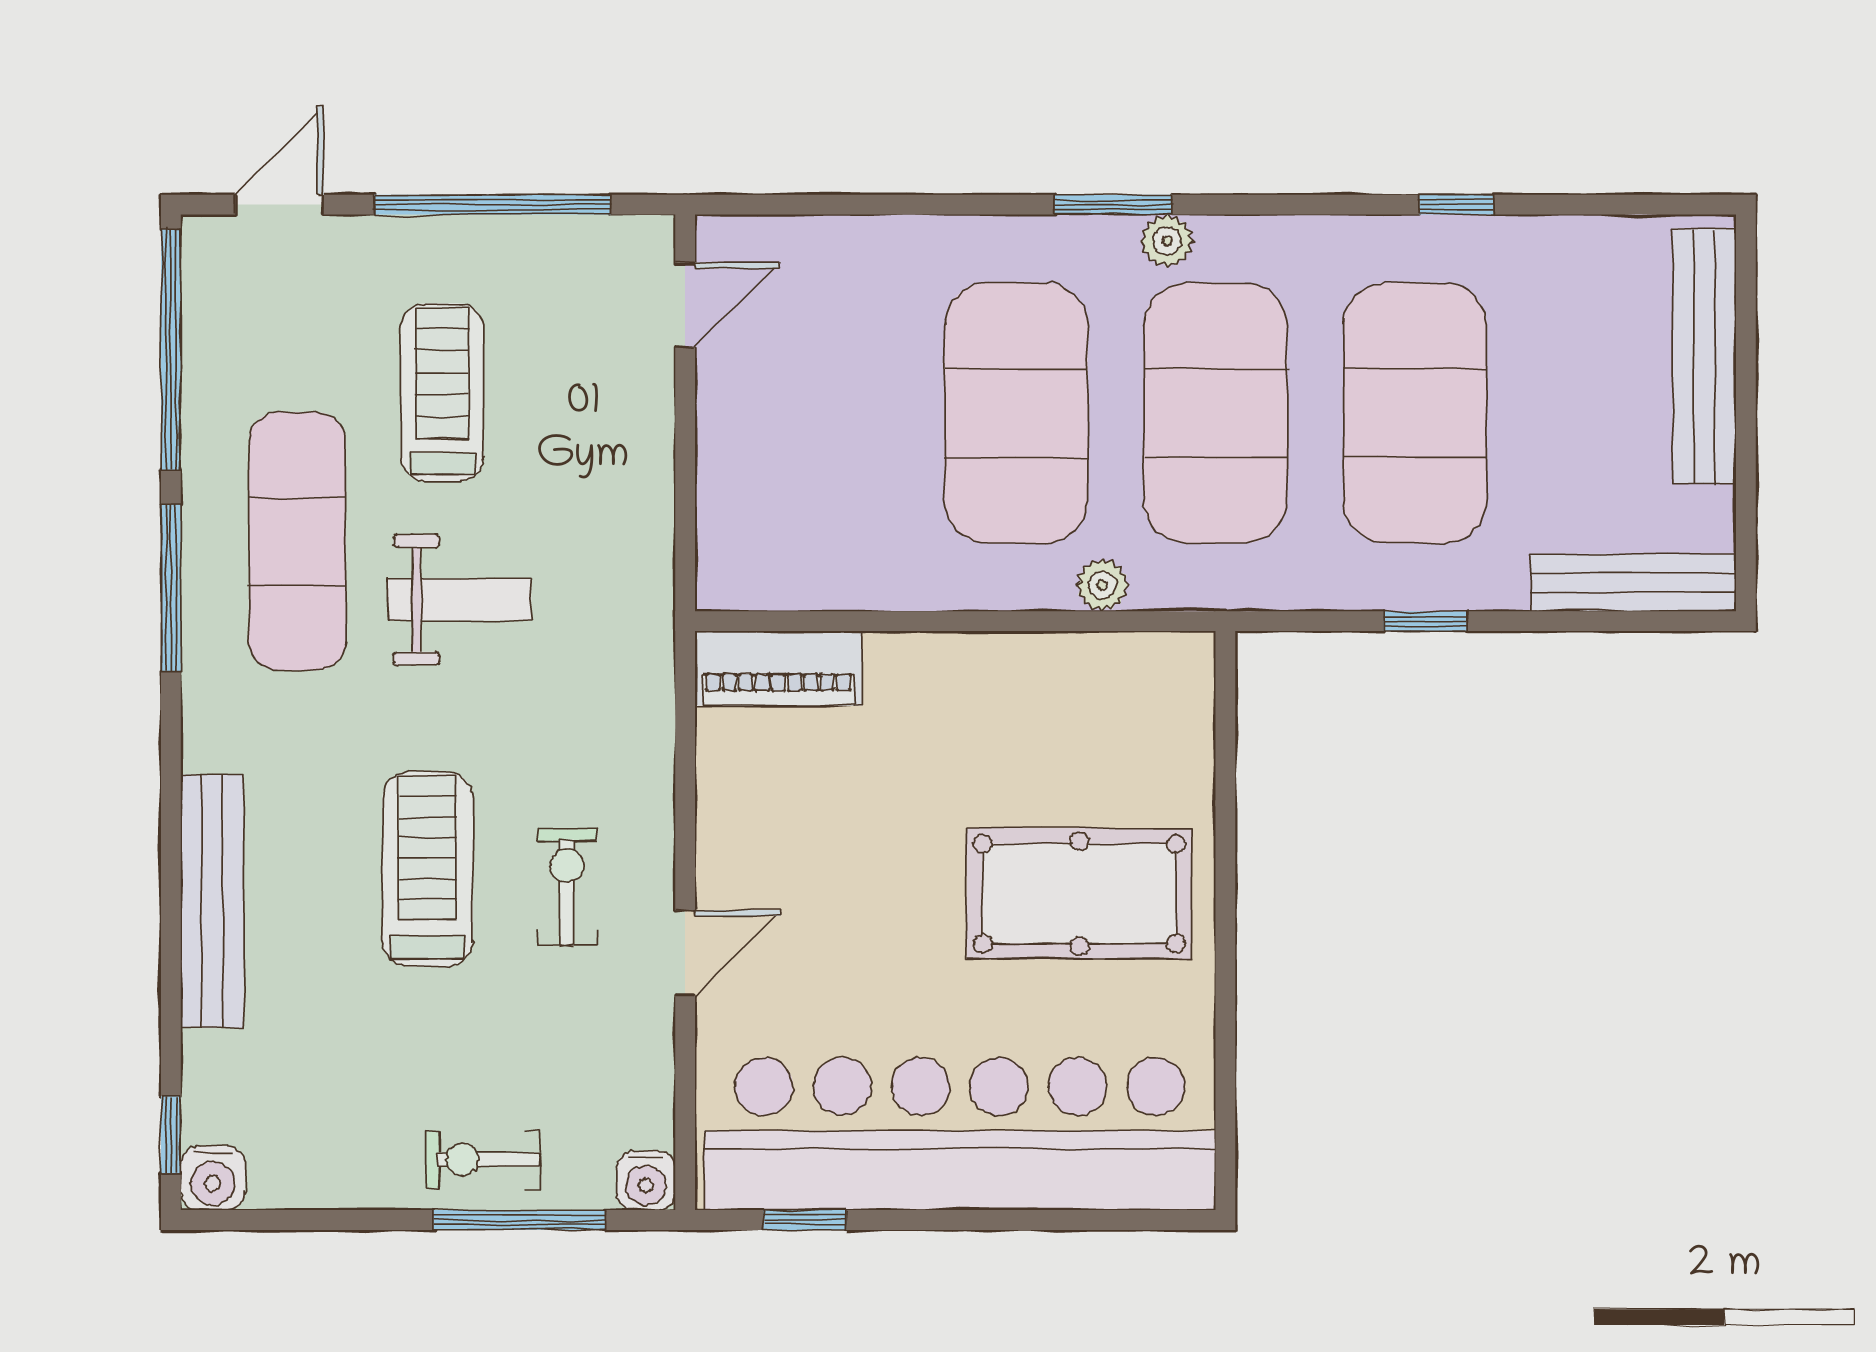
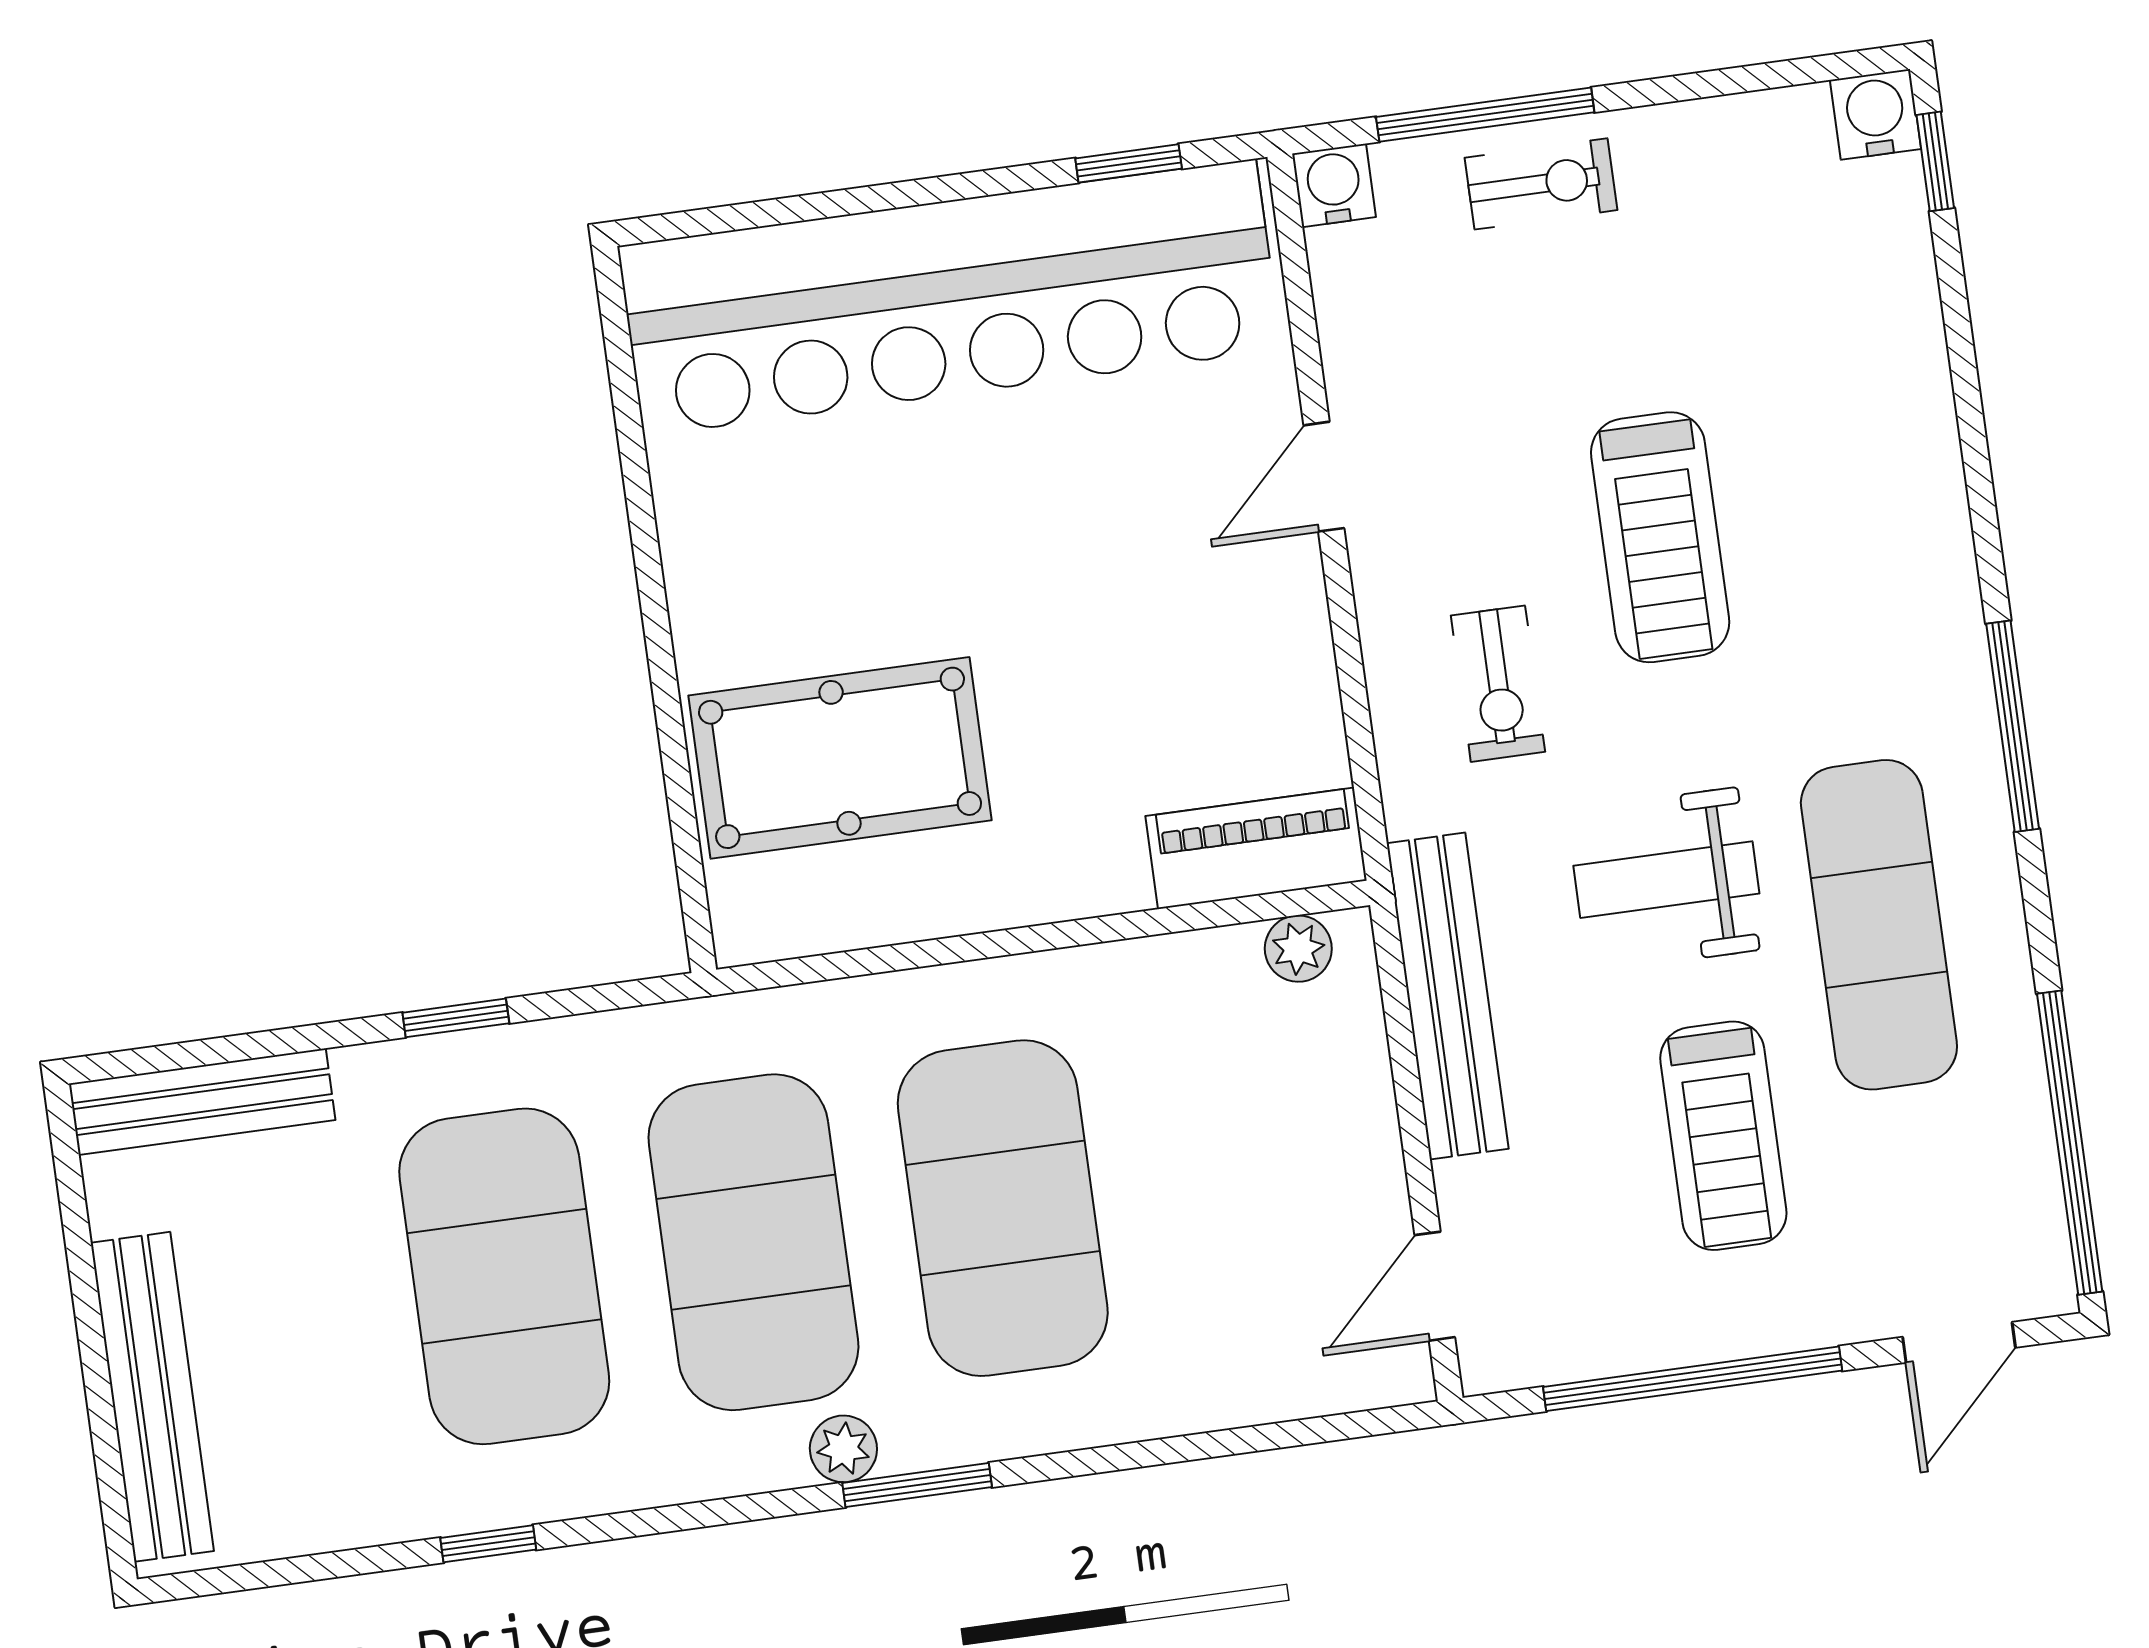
plant: (1102, 585) -> (1298, 949), moved
window: (171, 588) -> (2013, 726), moved
exercise bike: (567, 887) -> (1498, 684), moved
pool table: (1079, 894) -> (840, 758), moved
bench: (212, 901) -> (1448, 996), moved

